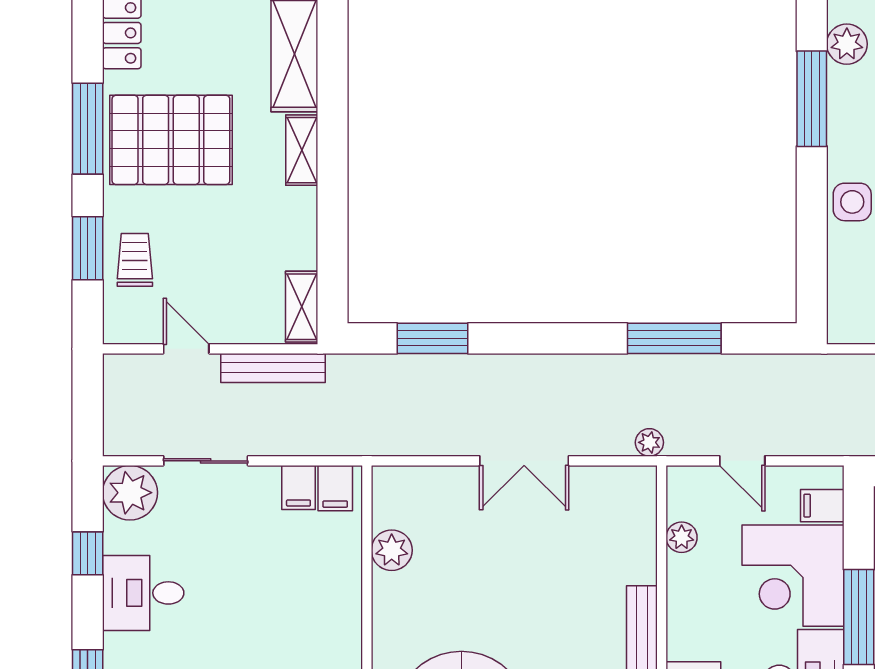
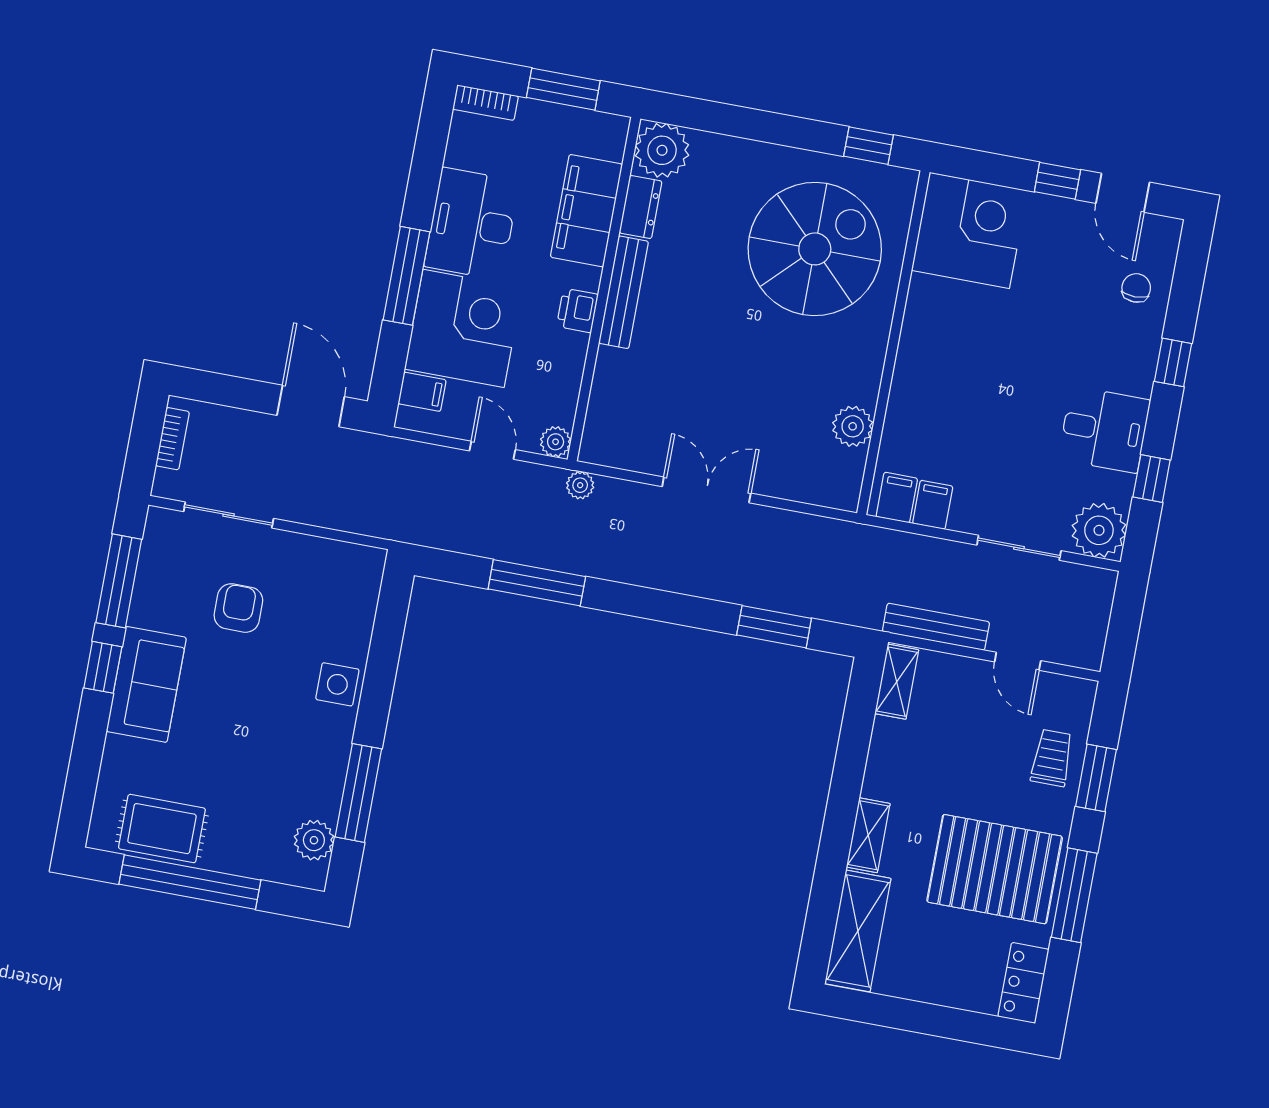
trolley: (135, 260) -> (1052, 758), turned 180
plant: (682, 537) -> (556, 442), moved
printer: (684, 614) -> (577, 310), added

